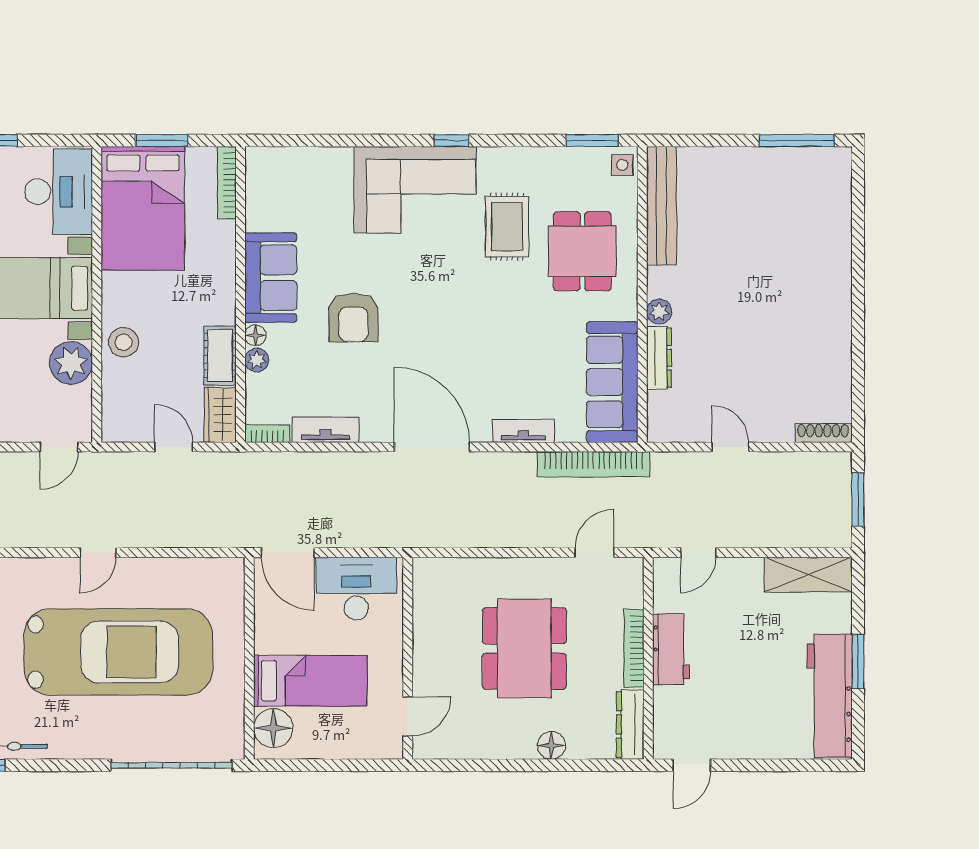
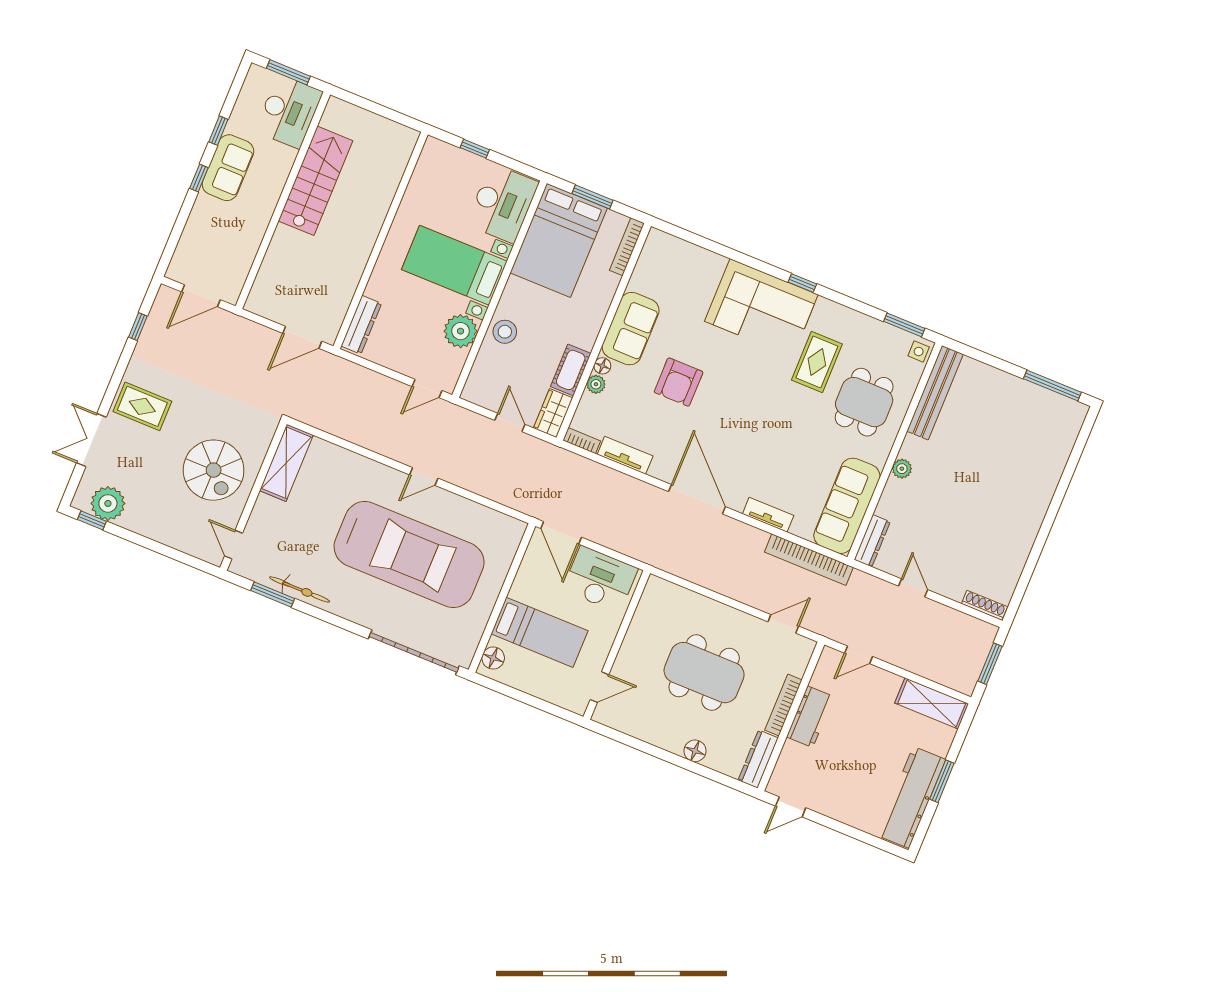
dresser: (659, 358) -> (872, 541), moved
dining table: (524, 648) -> (704, 673), turned 90
floor lamp: (273, 728) -> (493, 658), width x0.73, depth x0.73

